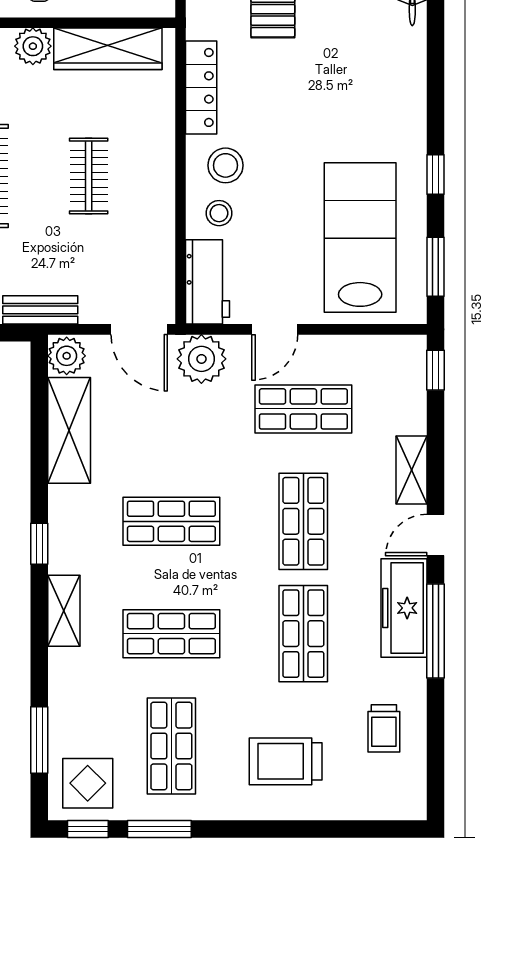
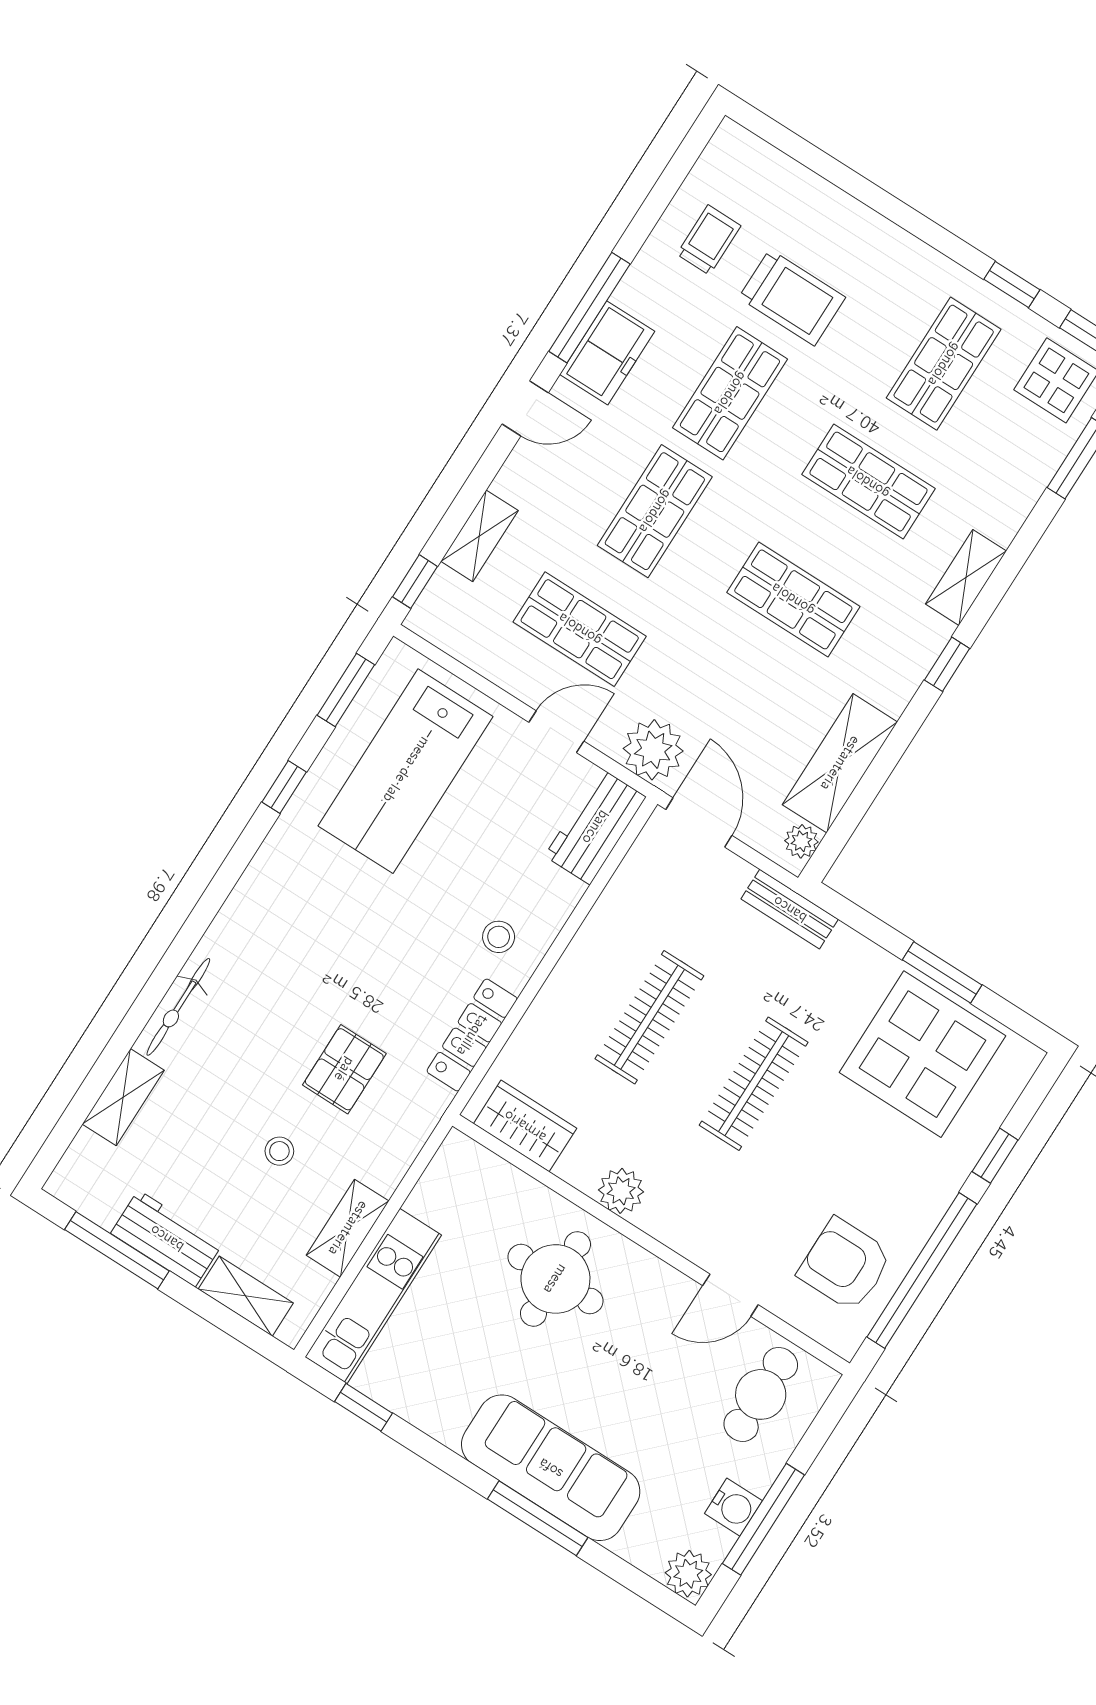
wardrobe: (108, 49) -> (525, 1126), width x0.67
stool: (226, 165) -> (499, 937), width x0.73, depth x0.73
clothes rail: (89, 176) -> (649, 1017), width x1.36
stool: (219, 213) -> (537, 891), removed
plant: (67, 356) -> (801, 841), width x0.73, depth x0.73
shelving: (412, 470) -> (479, 536), moved
freezer: (404, 608) -> (607, 353), width x0.71
trolley: (286, 761) -> (792, 298), moved
window: (159, 829) -> (1012, 284), width x0.67

